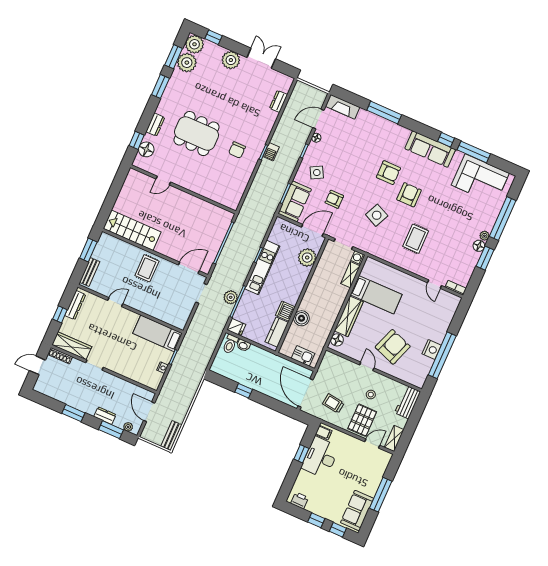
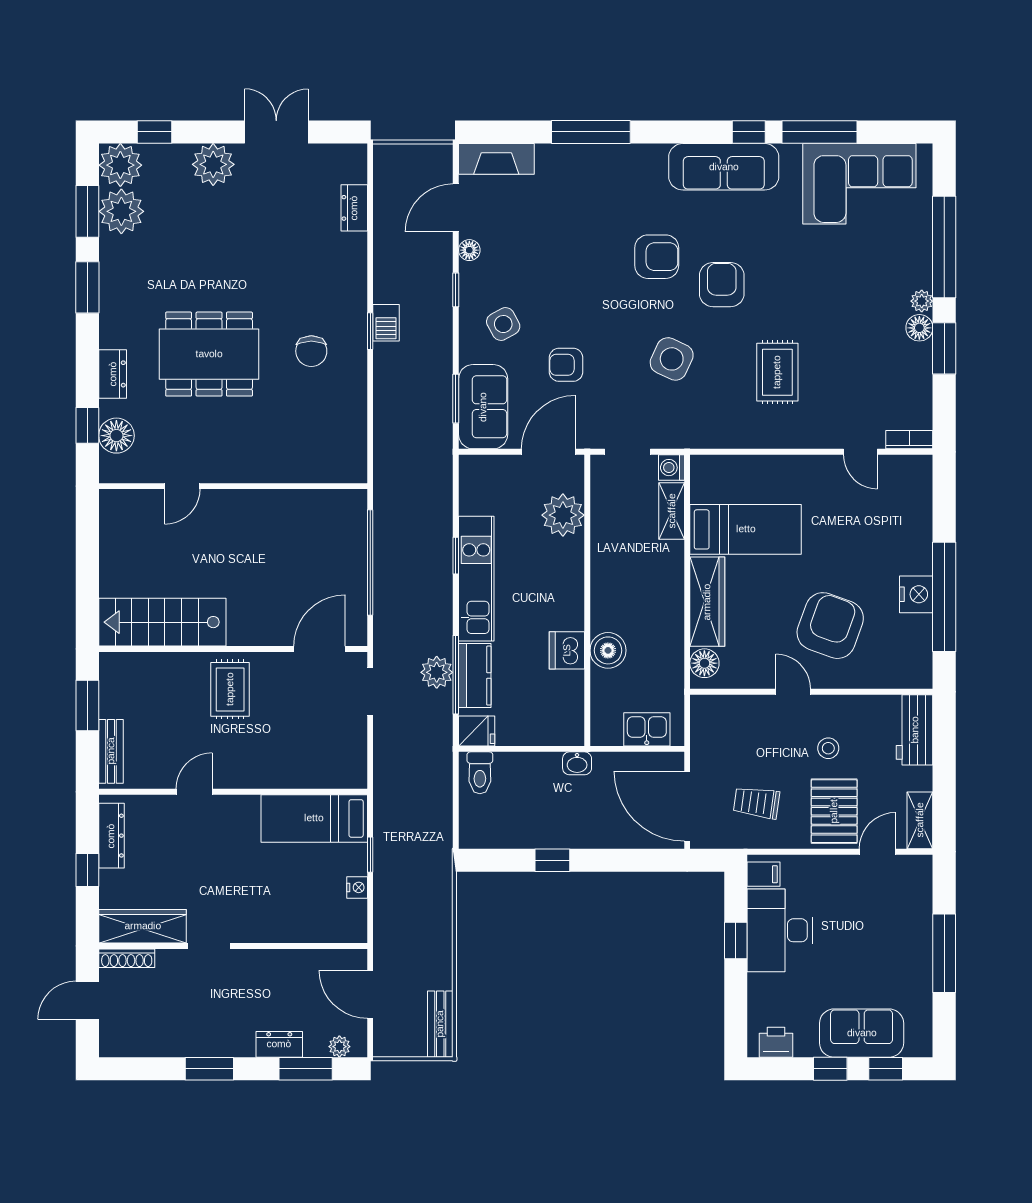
kitchen counter: (277, 332) -> (475, 676), moved, turned 180
washbasin: (243, 345) -> (577, 763), moved
sofa: (357, 511) -> (862, 1033), moved, turned 90

